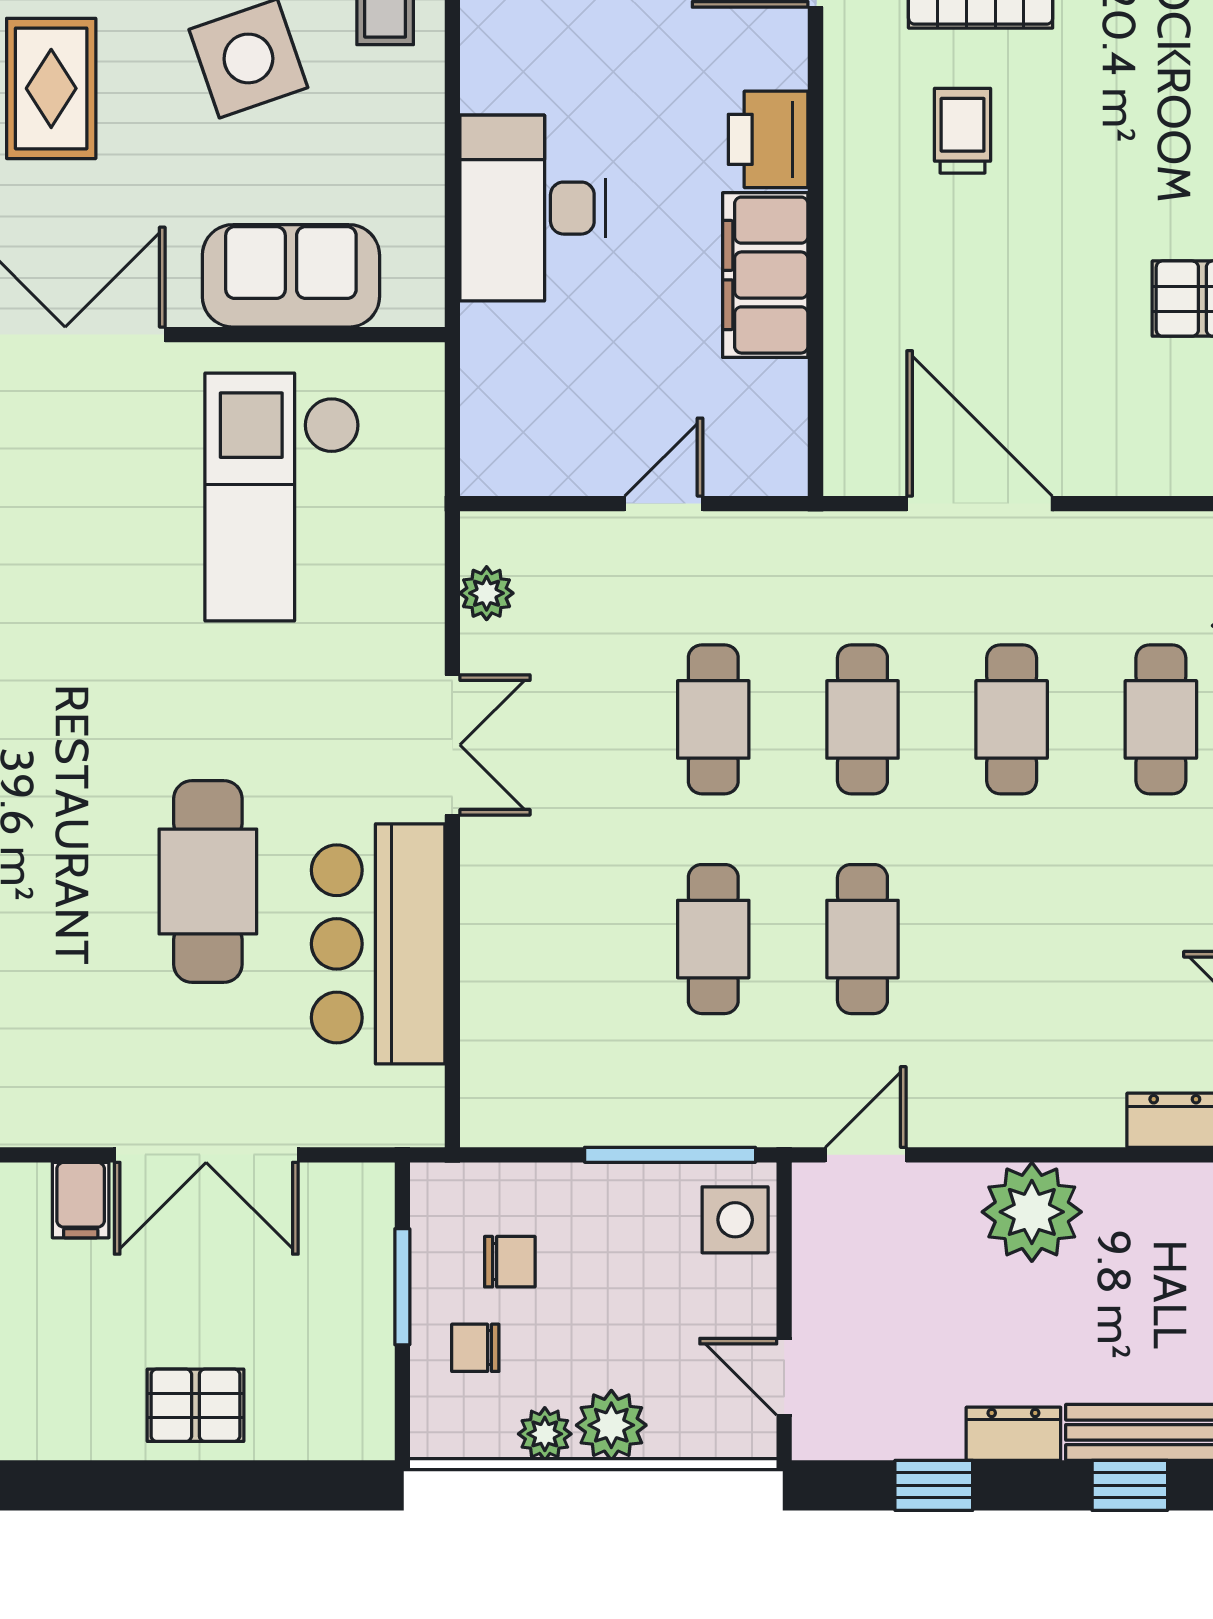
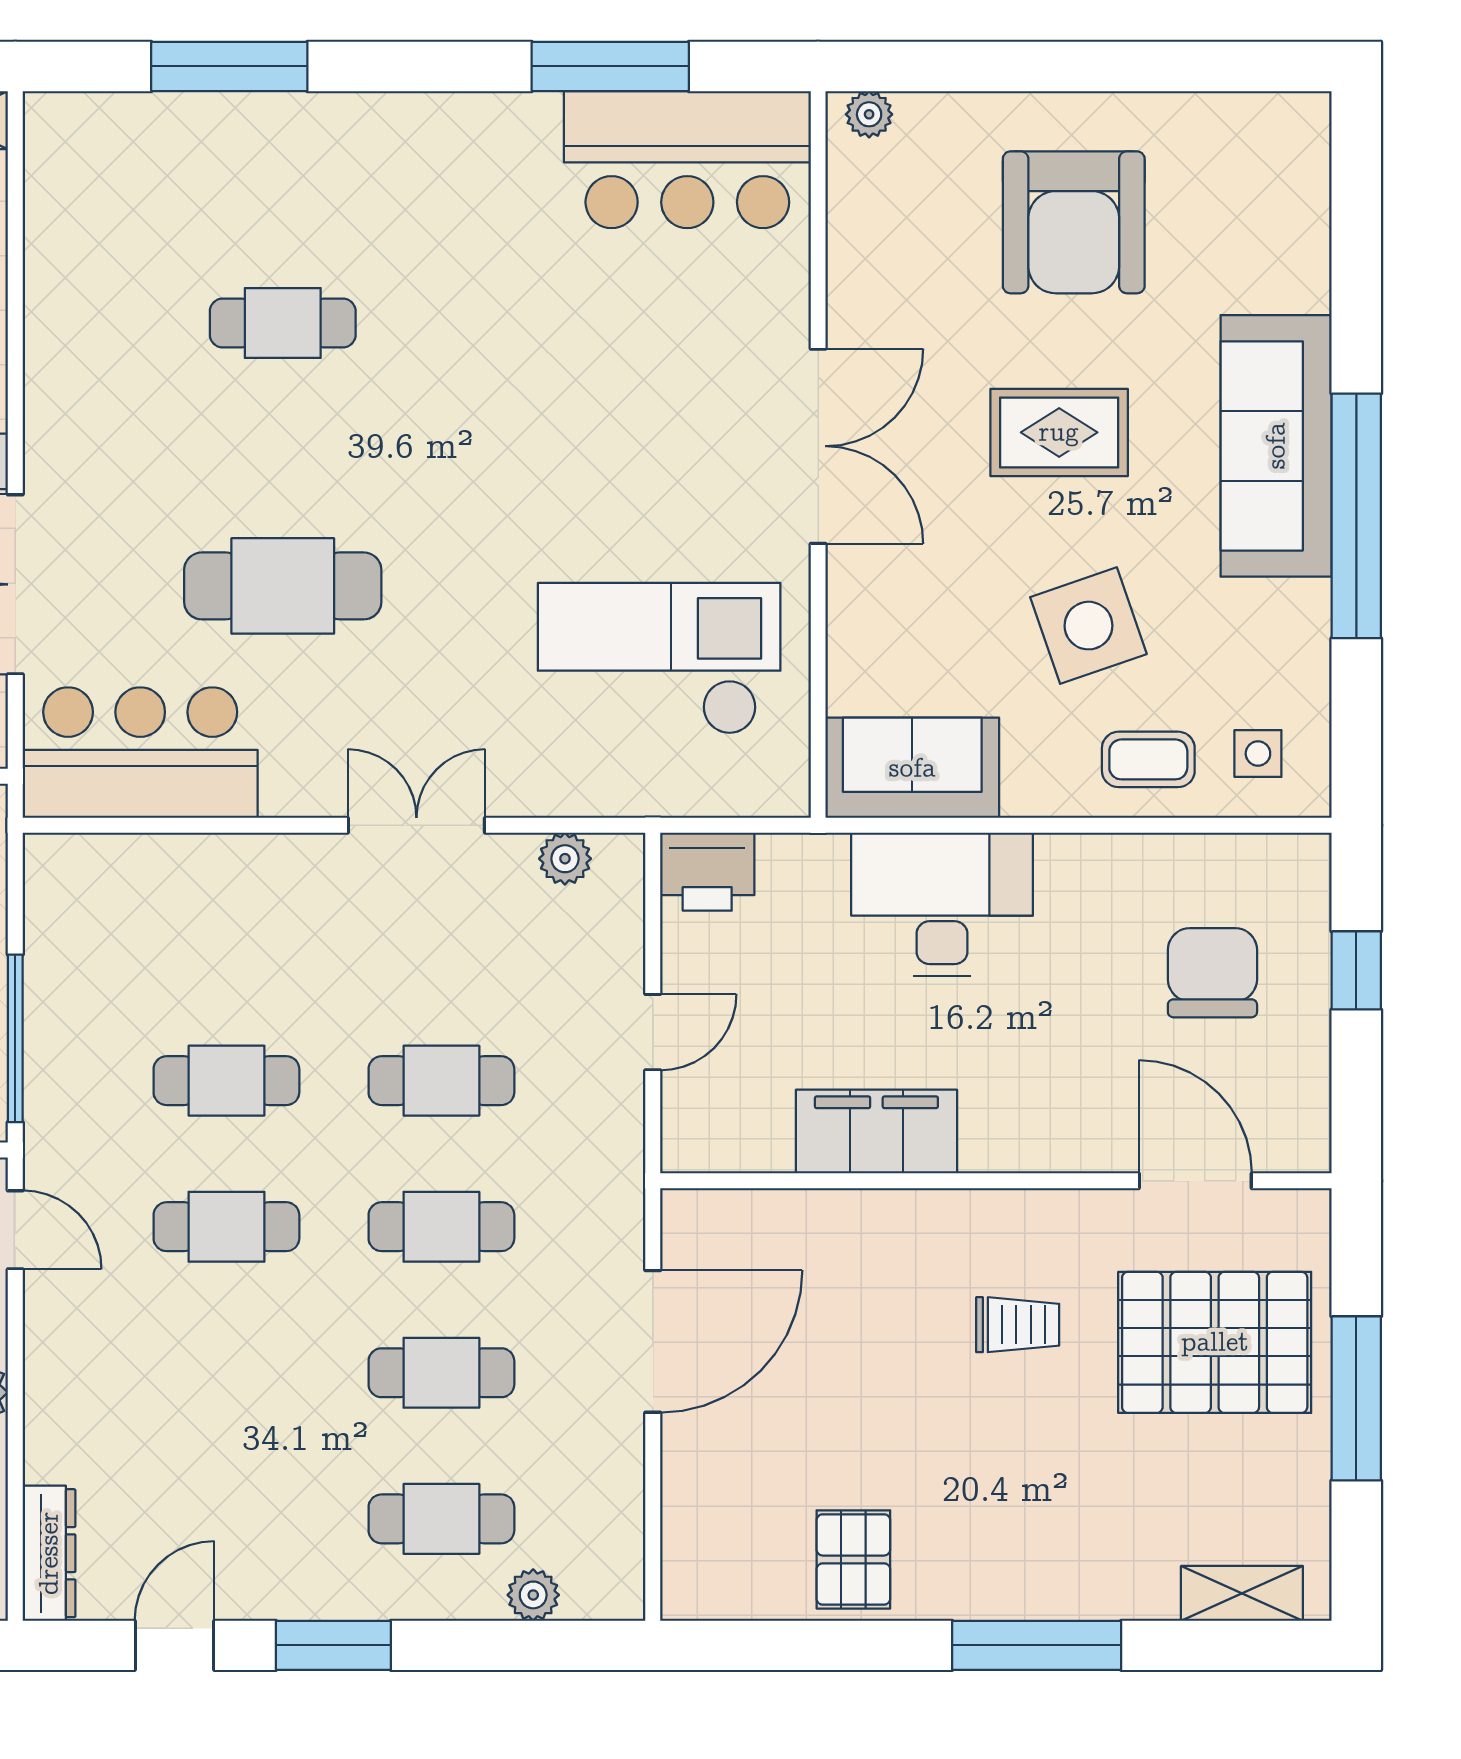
printer: (768, 139) -> (707, 872), moved, turned 180
sofa: (291, 276) -> (912, 768), moved, turned -90
door: (664, 504) -> (653, 1032), hinge flipped
double door: (452, 745) -> (416, 825), swing flipped
bar counter: (378, 944) -> (140, 753), moved

